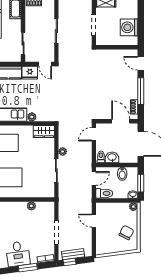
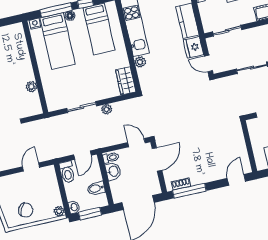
door: (45, 64) -> (208, 63), hinge flipped
window: (141, 91) -> (189, 191), moved
door: (121, 121) -> (157, 159), moved
door: (94, 178) -> (82, 155), hinge flipped

